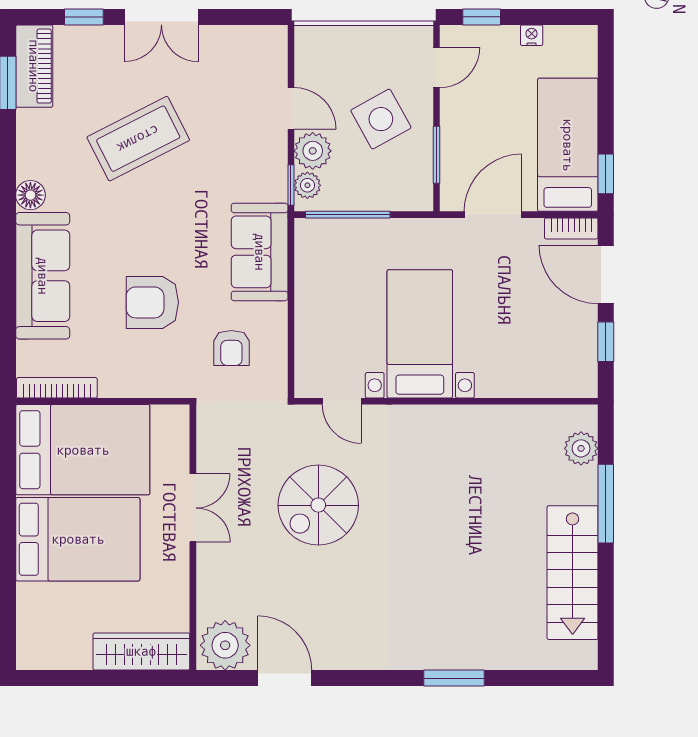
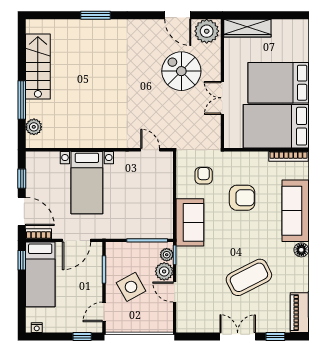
nightstand: (532, 35) -> (37, 328), moved
bed with nightstands: (420, 334) -> (87, 183), moved
spiral stairs: (318, 505) -> (181, 71), moved, turned -90

